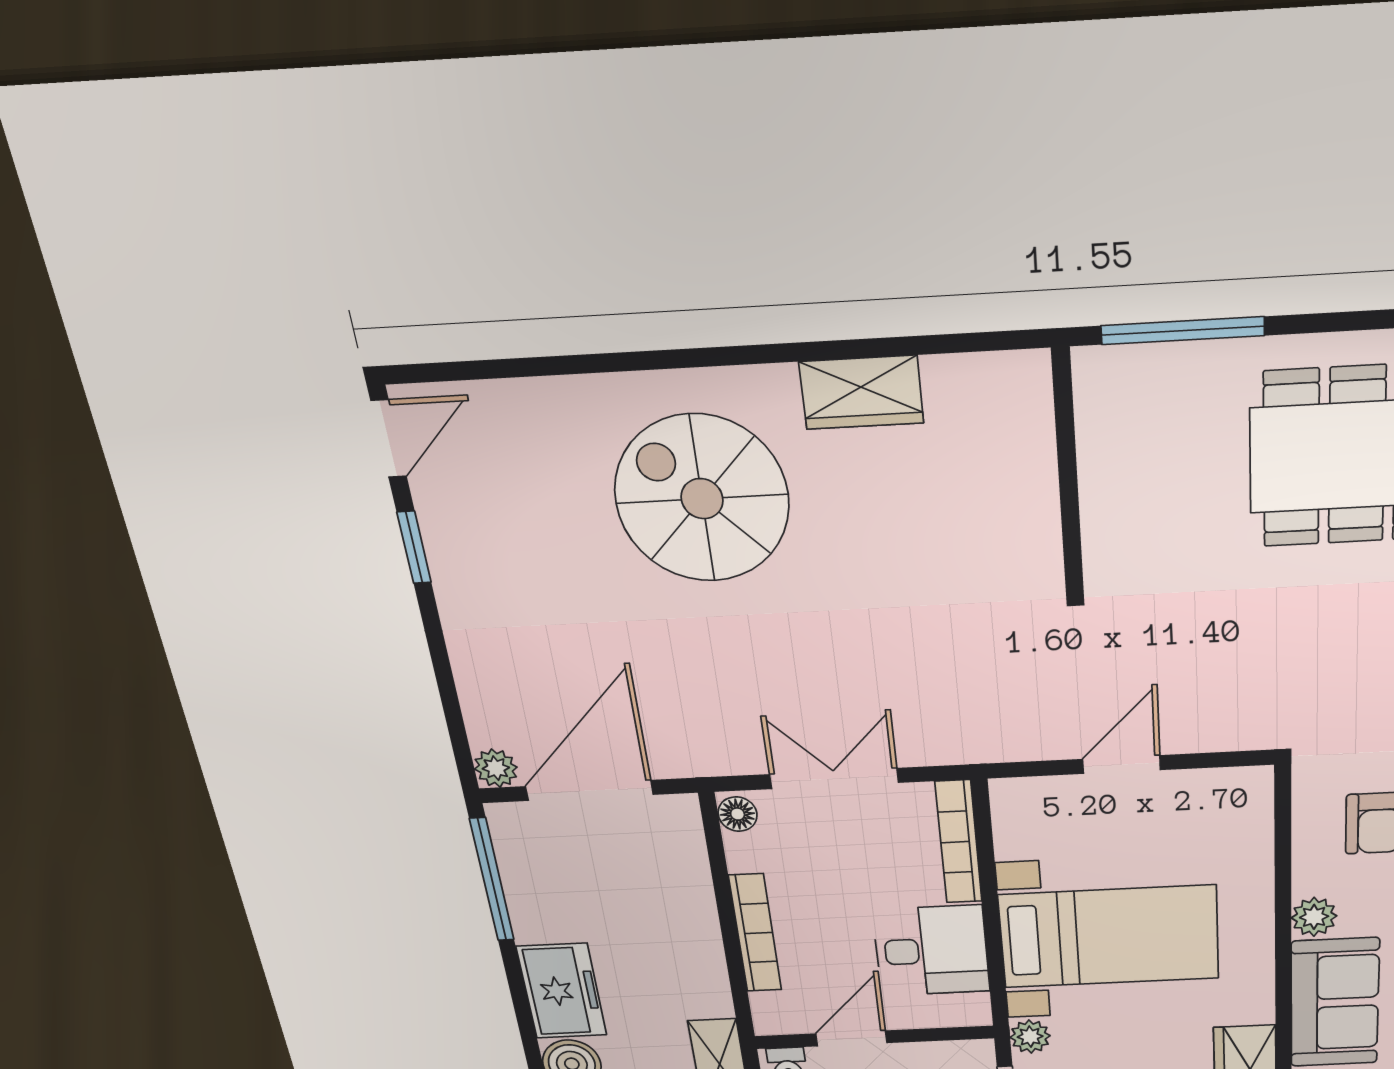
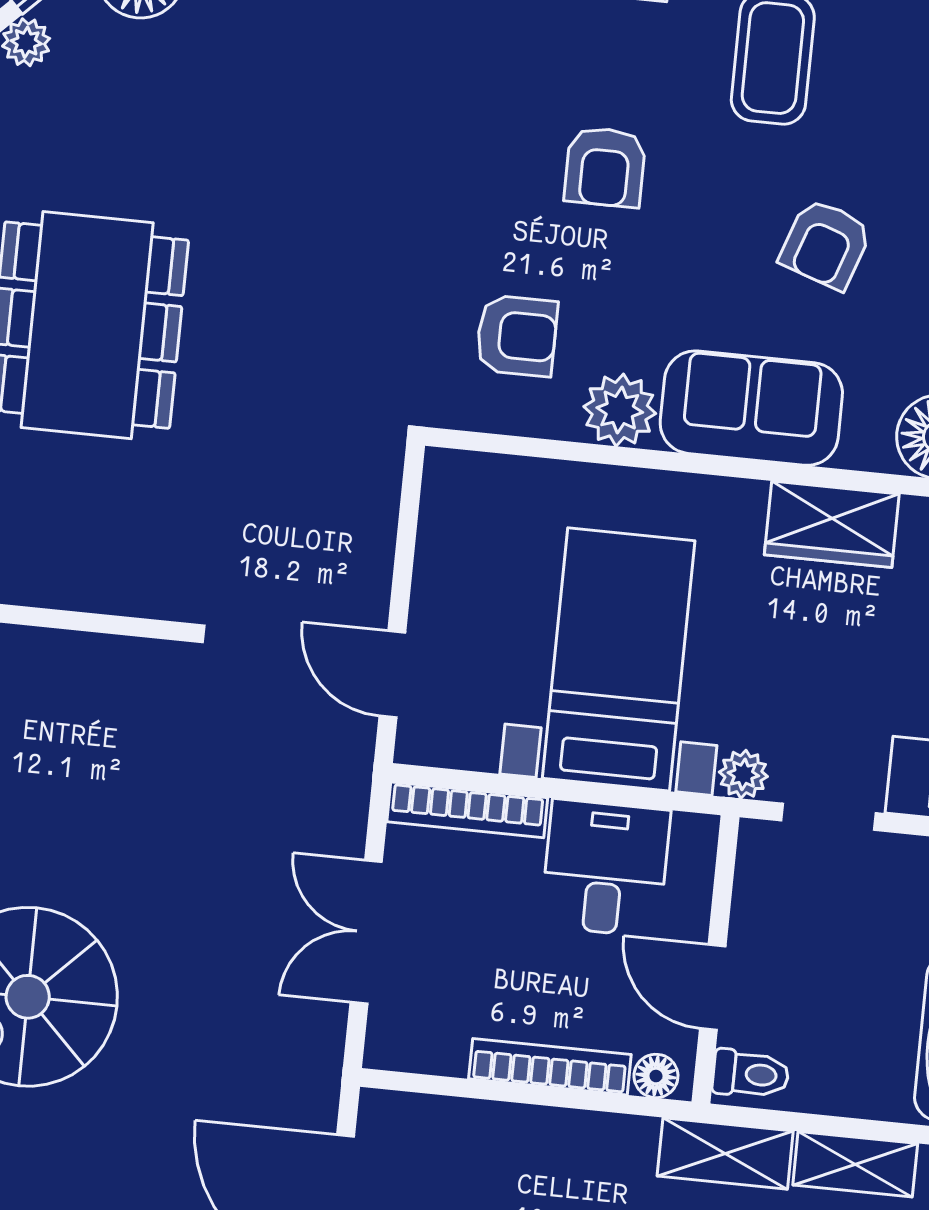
door: (1121, 764) -> (392, 674), moved
floor lamp: (738, 814) -> (656, 1076), moved
plant: (1314, 917) -> (620, 410), width x1.38, depth x1.38

